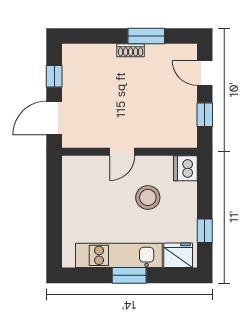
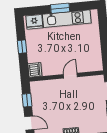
stool: (148, 197) -> (54, 52), removed
window: (205, 231) -> (22, 47), moved

